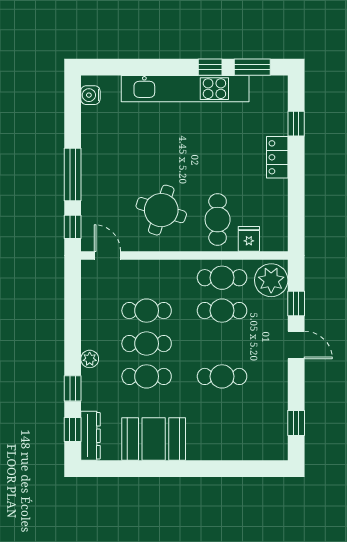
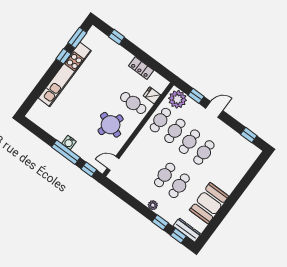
water cooler: (90, 95) -> (69, 142), moved
locker: (277, 157) -> (141, 68), moved
cafe table: (147, 311) -> (189, 142), moved

